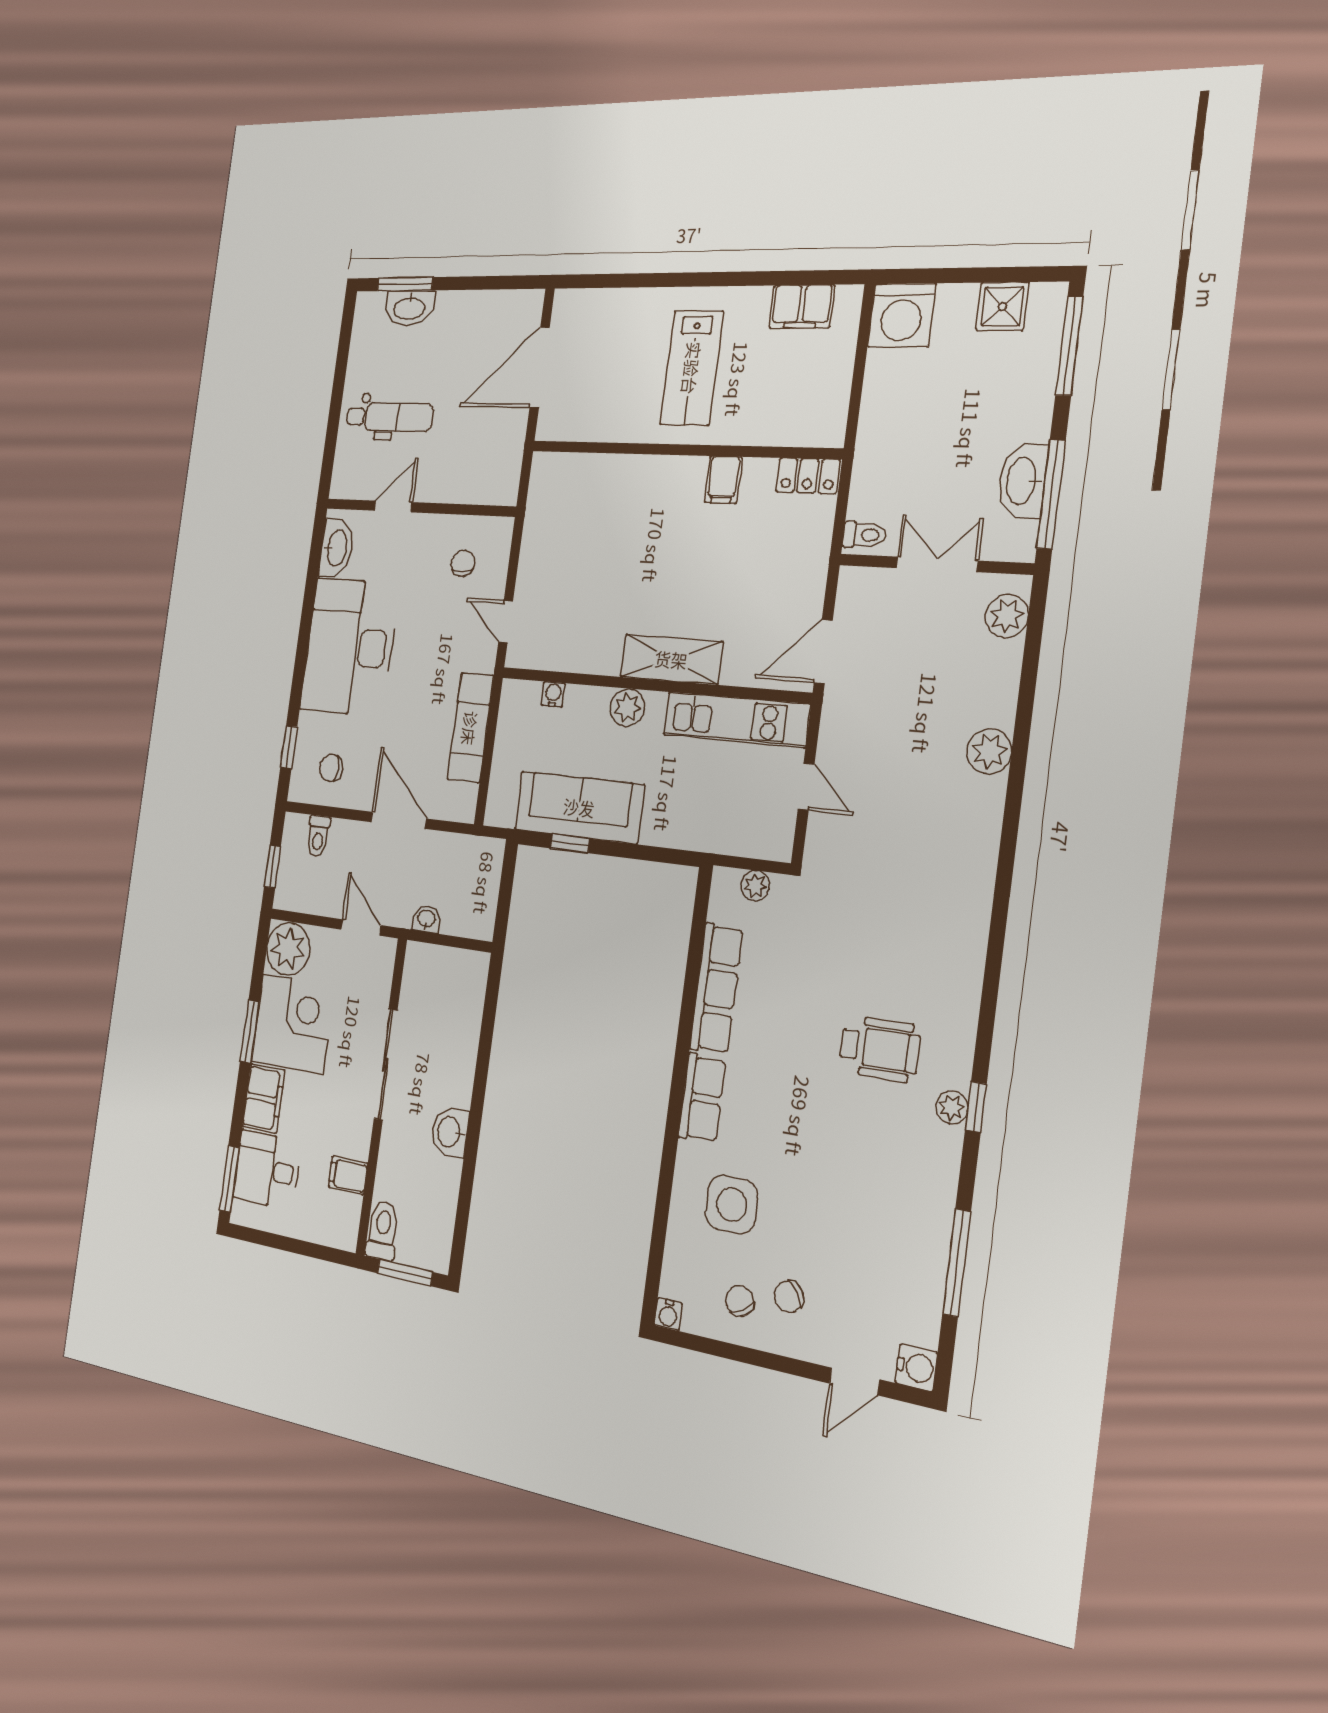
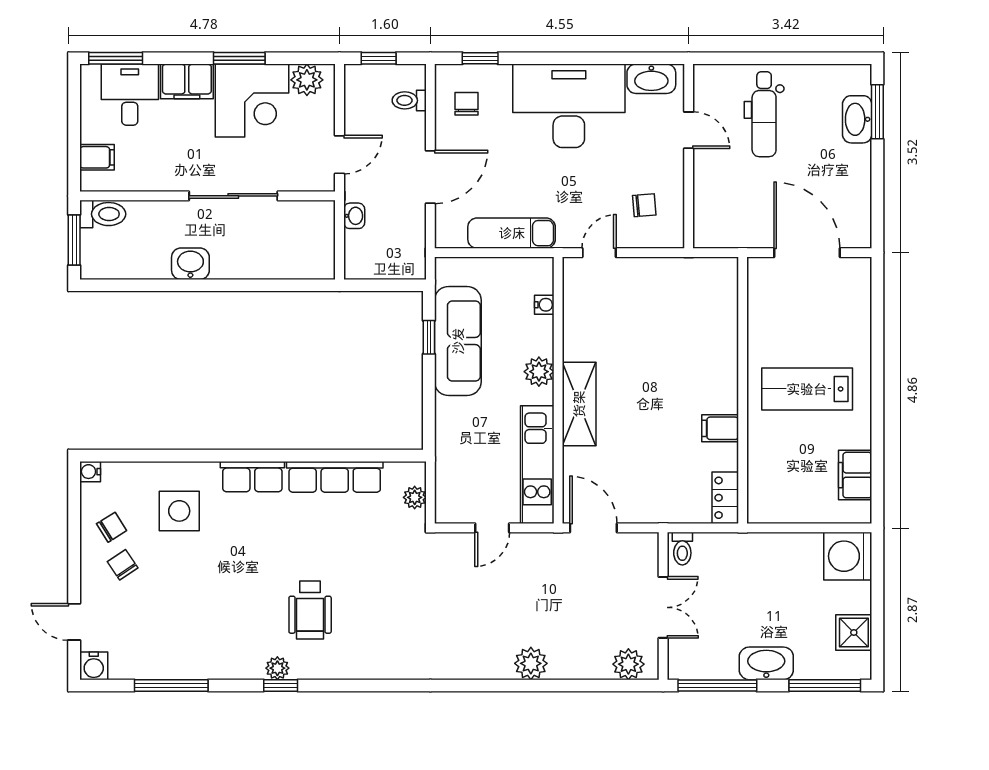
washbasin: (1022, 481) -> (766, 663), moved
plant: (288, 949) -> (307, 80), width x0.73, depth x0.73
filing cabinet: (348, 1175) -> (97, 157), moved, turned 90

